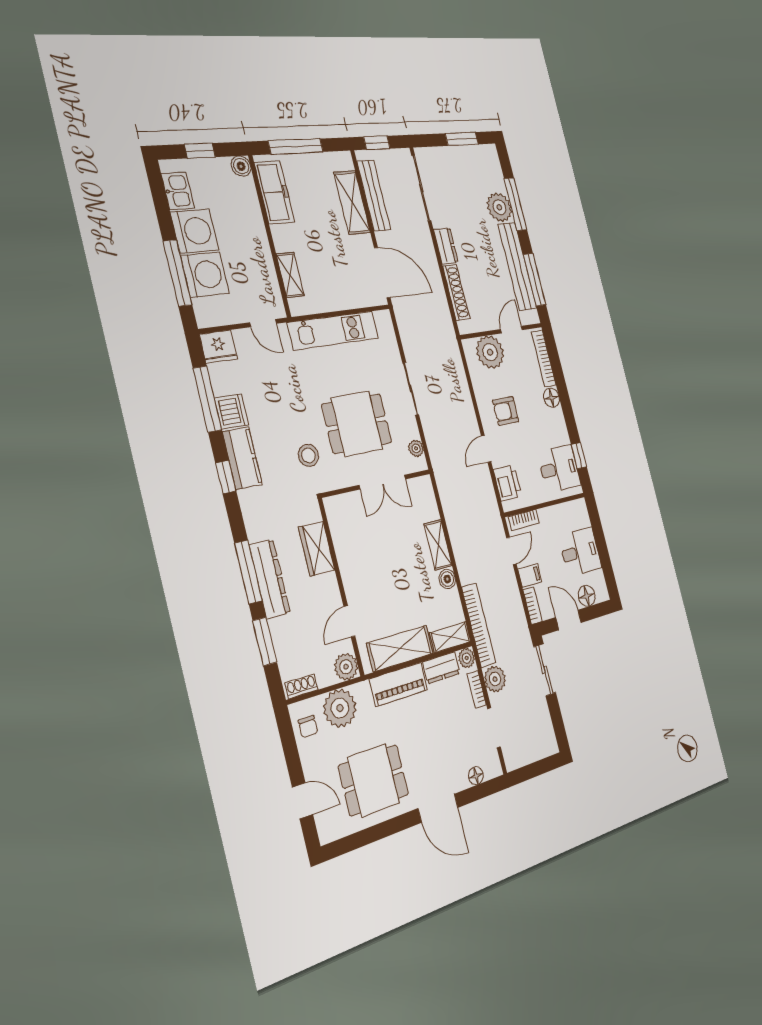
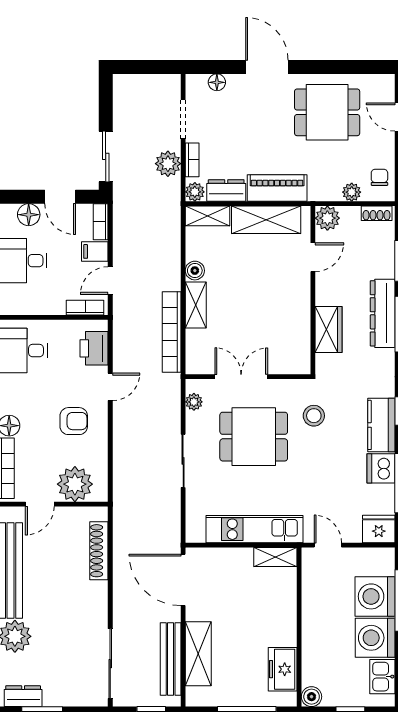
freezer: (274, 192) -> (283, 669), width x0.71
dresser: (446, 246) -> (23, 696), moved, turned 90
shelving: (290, 275) -> (275, 557), moved, turned 90
bookcase: (479, 625) -> (172, 332), moved
plant: (340, 708) -> (352, 192), width x0.53, depth x0.53

